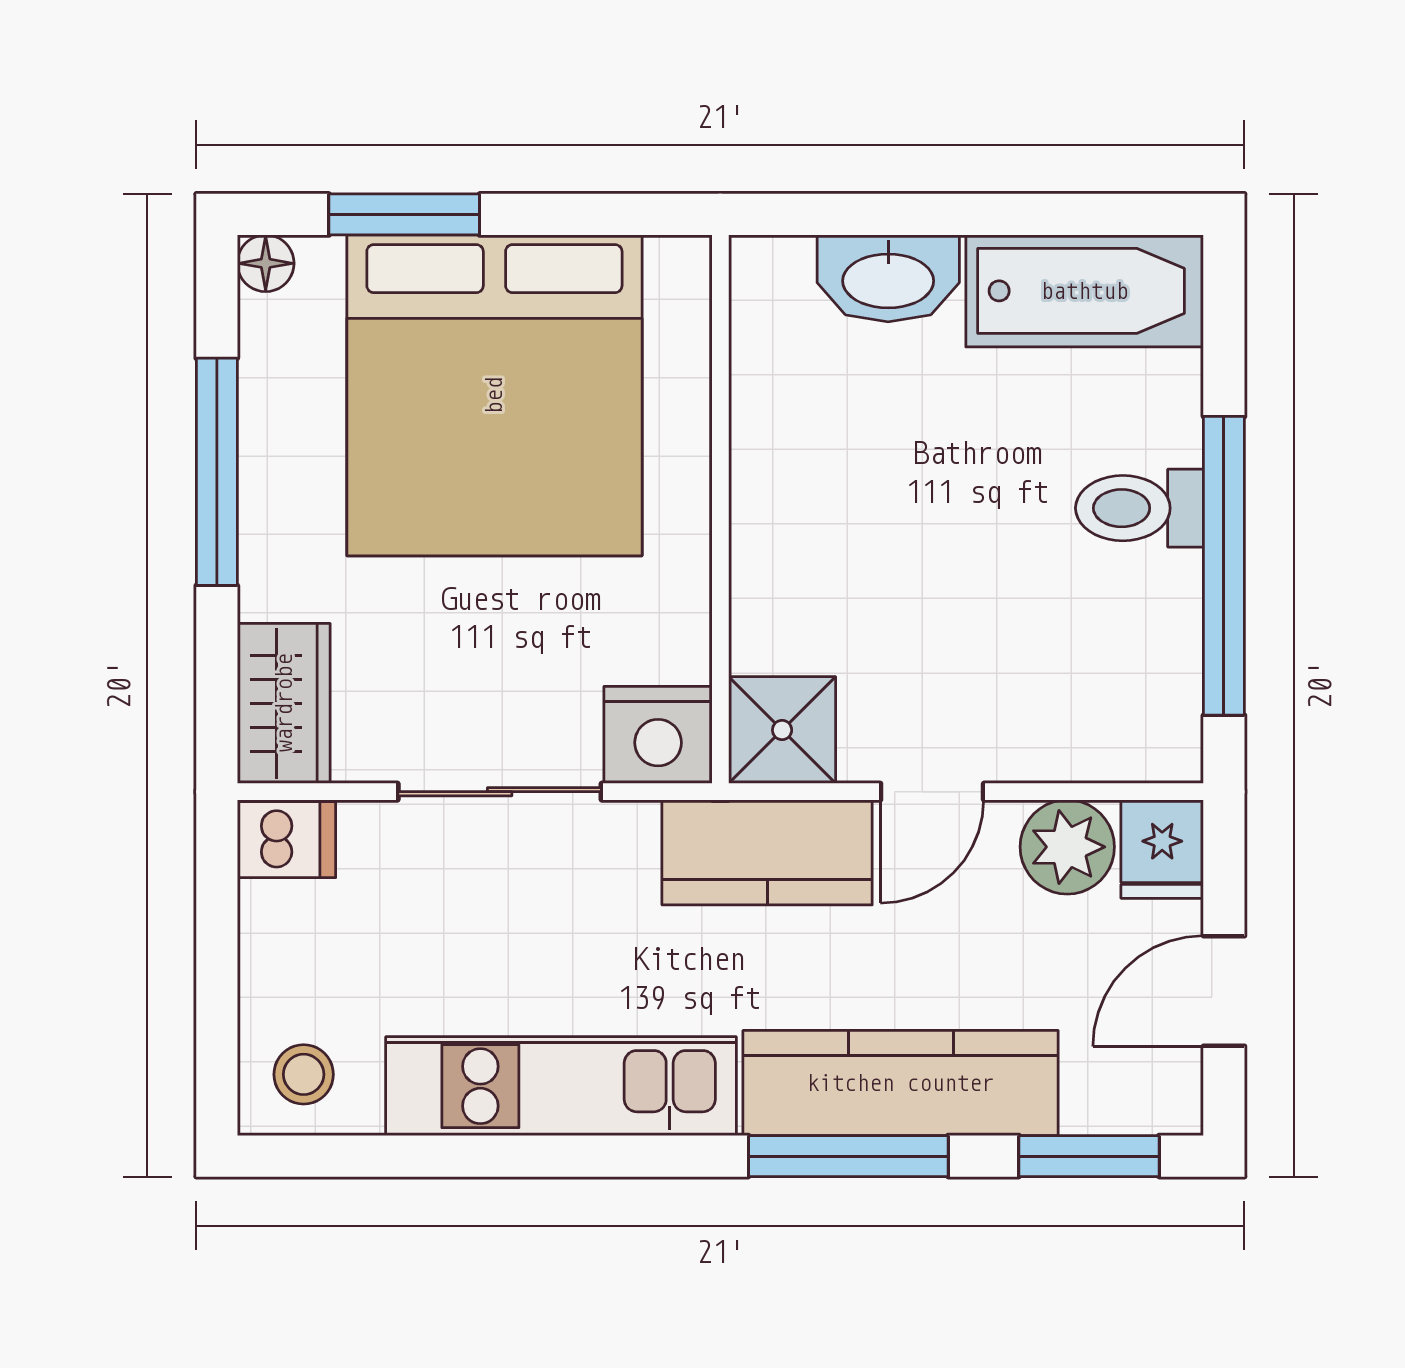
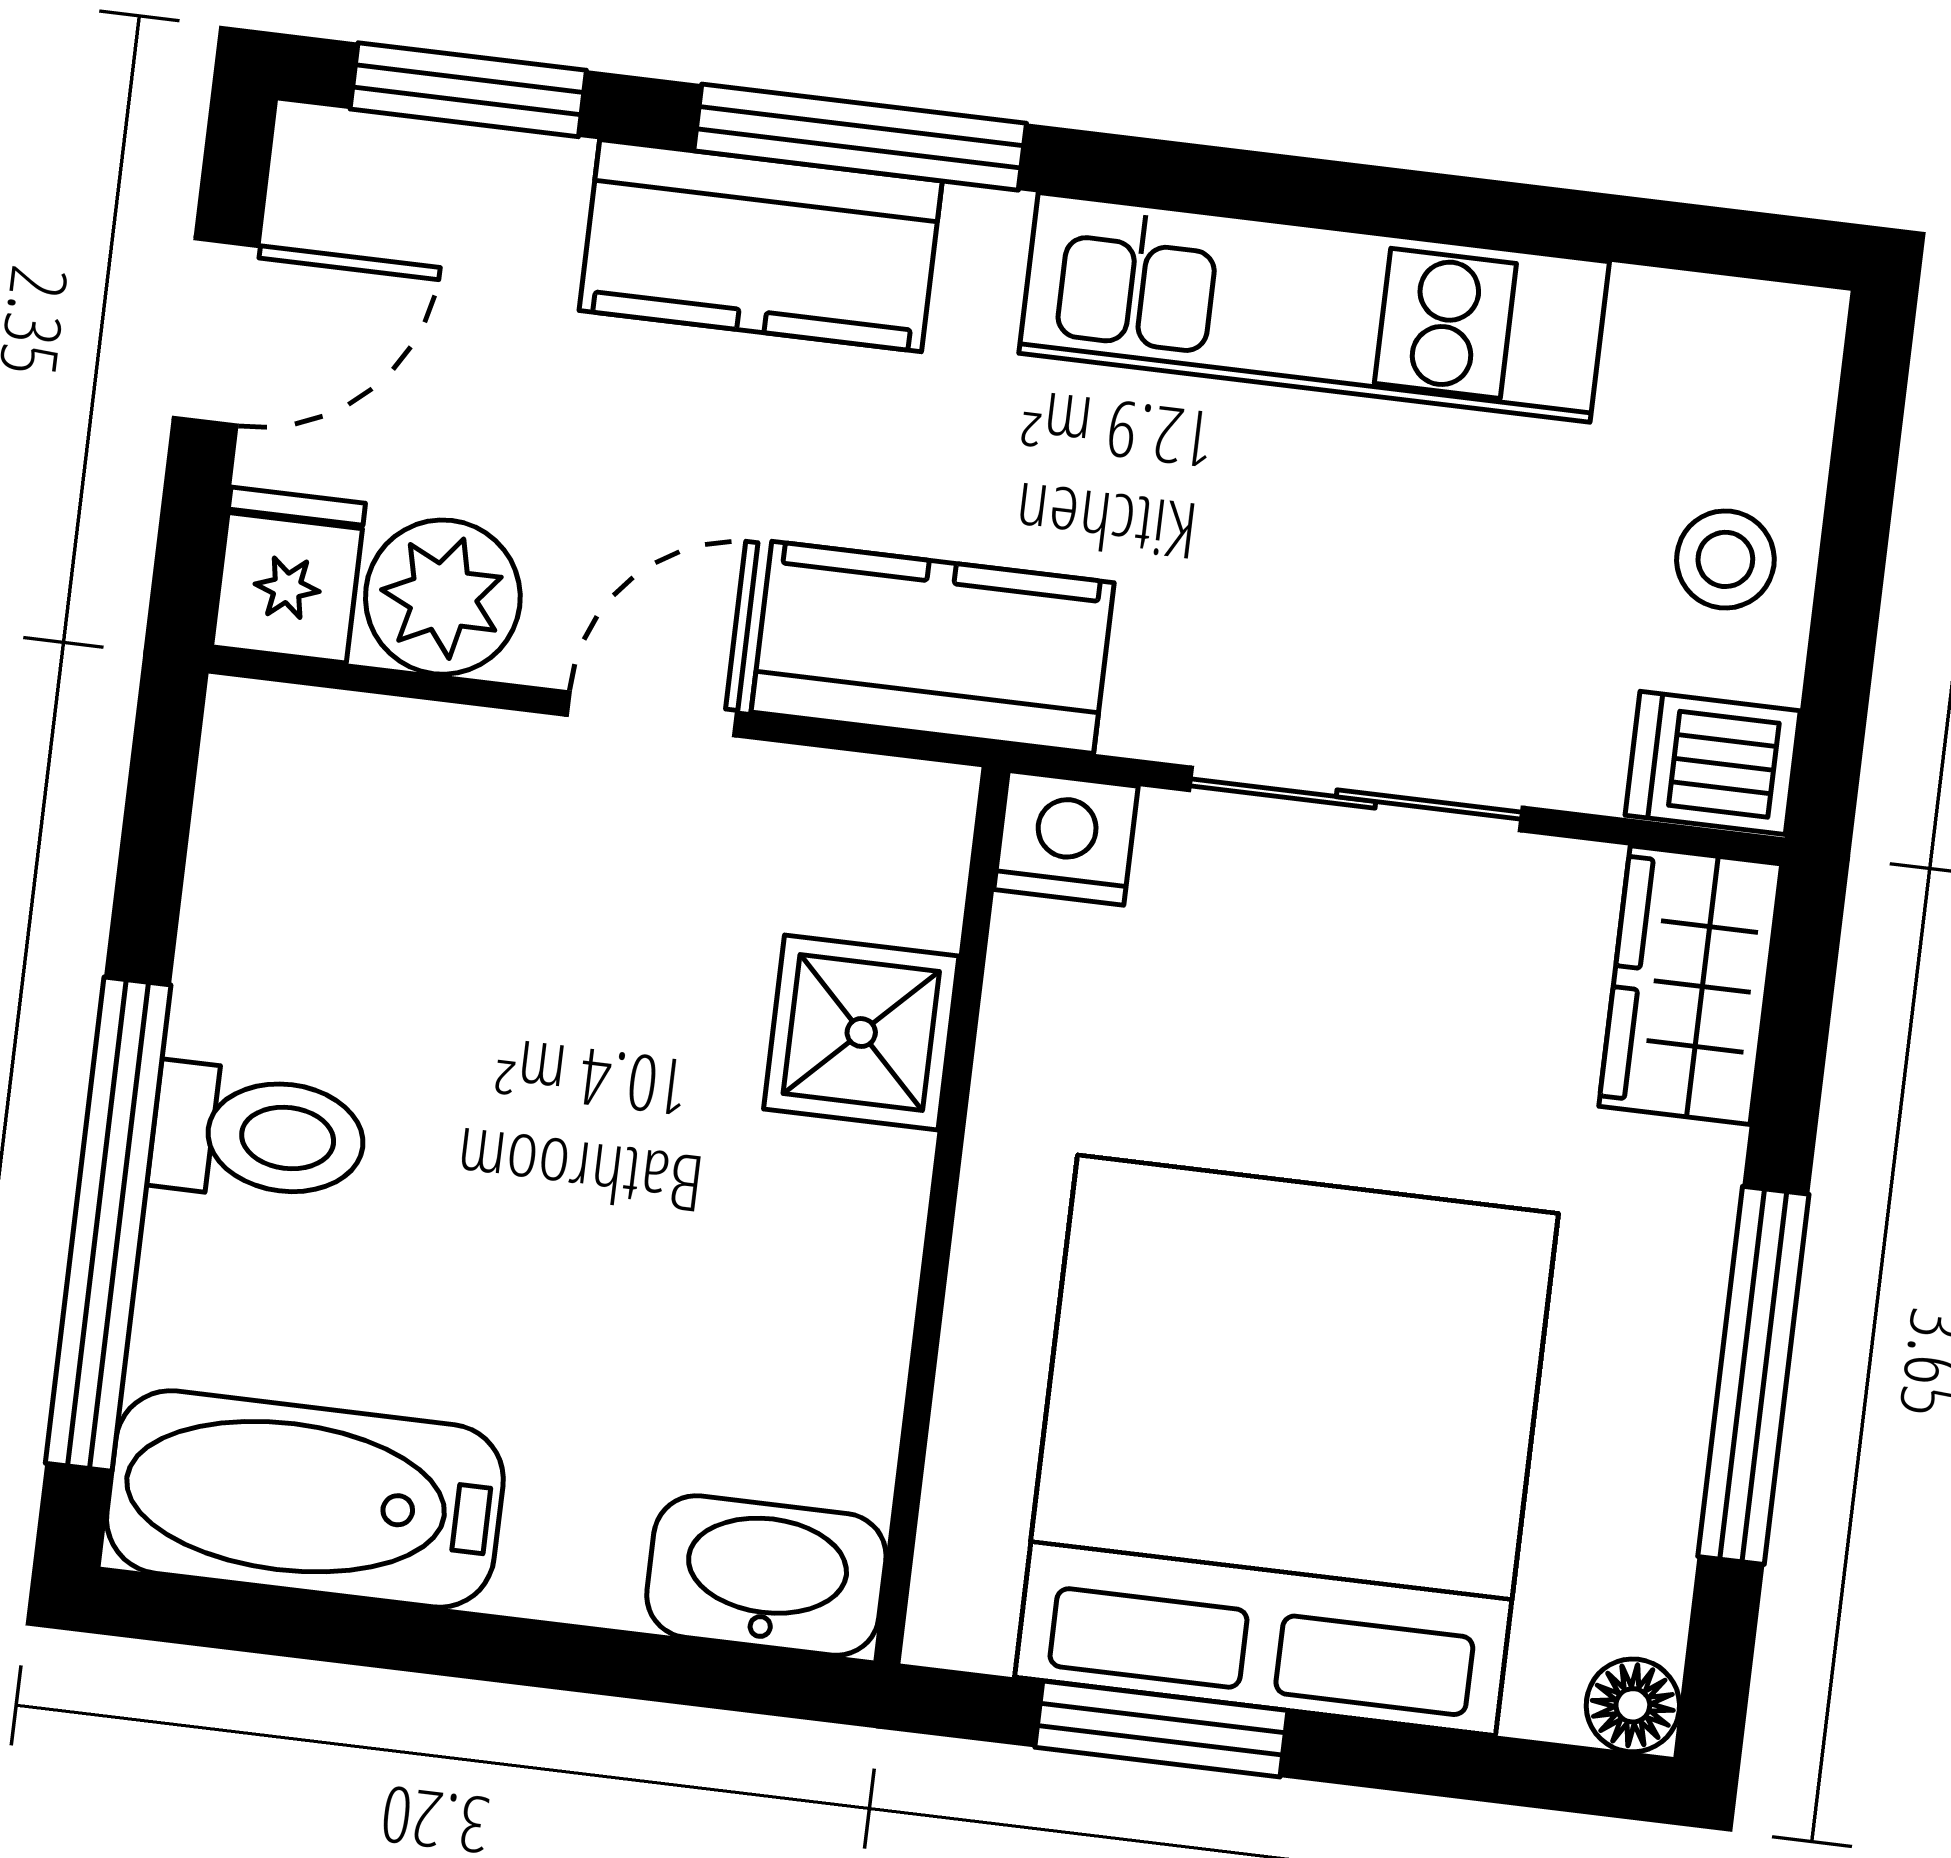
window: (404, 214) -> (1161, 1729), moved
washbasin: (888, 278) -> (766, 1576), moved
window: (1224, 566) -> (108, 1224), moved
shower: (782, 730) -> (861, 1033), moved
nightstand: (658, 735) -> (1066, 838), width x0.74, depth x0.75
stool: (304, 1074) -> (1725, 559), moved
kitchen counter: (901, 1083) -> (761, 246), width x0.67

